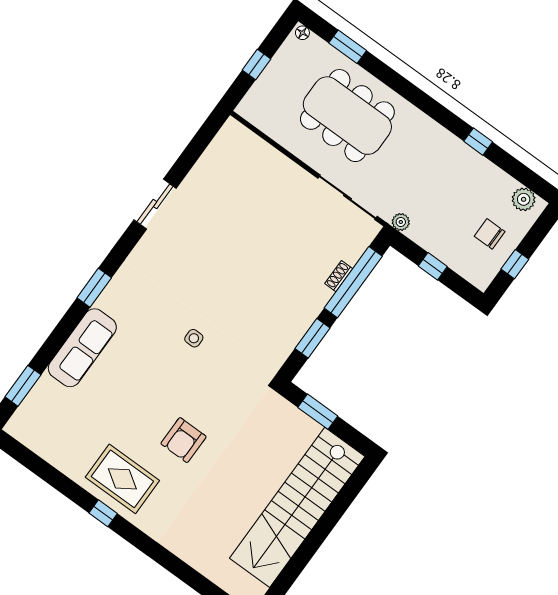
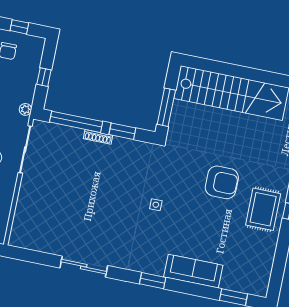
sliding door: (155, 204) -> (84, 267), width x1.37
shoe rack: (339, 276) -> (98, 137), moved, width x1.43
window: (318, 412) -> (166, 107), width x1.44
armchair: (184, 440) -> (222, 182), width x1.36, depth x1.36

